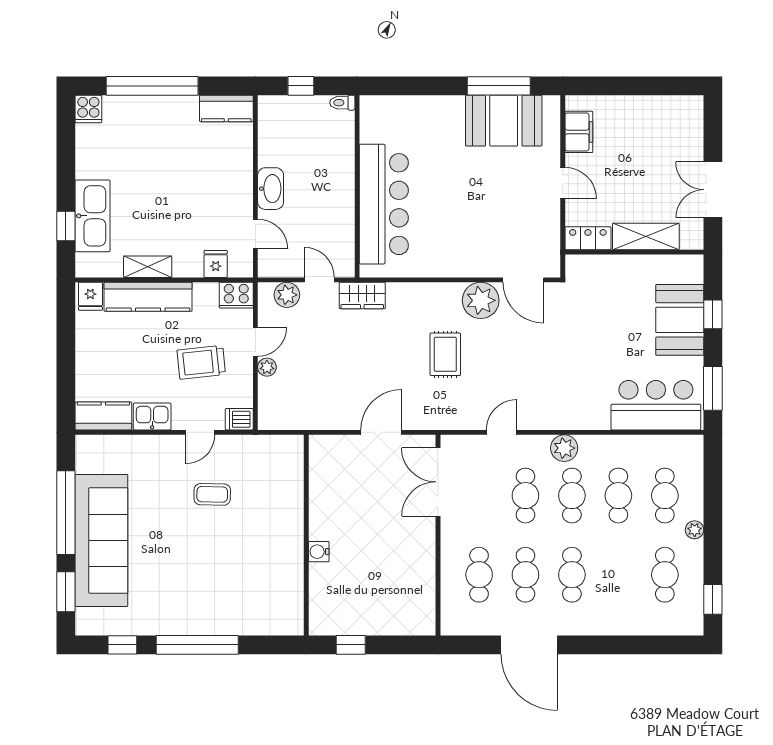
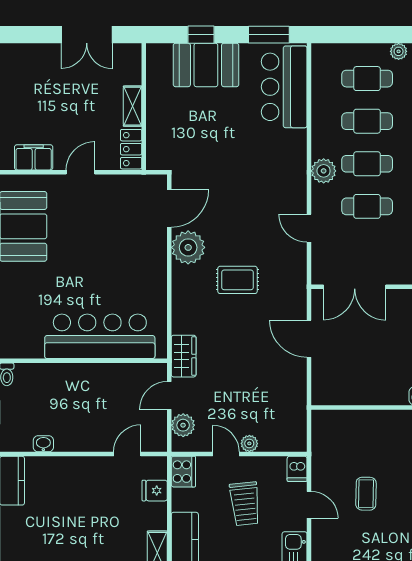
washbasin: (271, 189) -> (43, 444), moved, width x0.52, depth x0.69
shelving: (646, 236) -> (133, 106), width x0.67, depth x0.75

